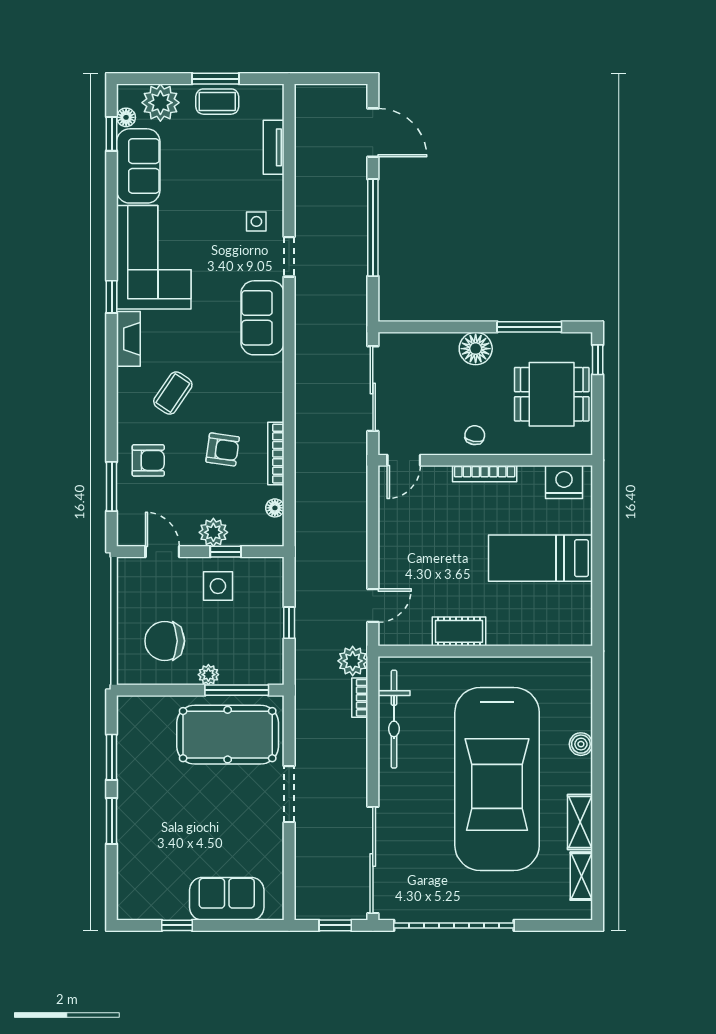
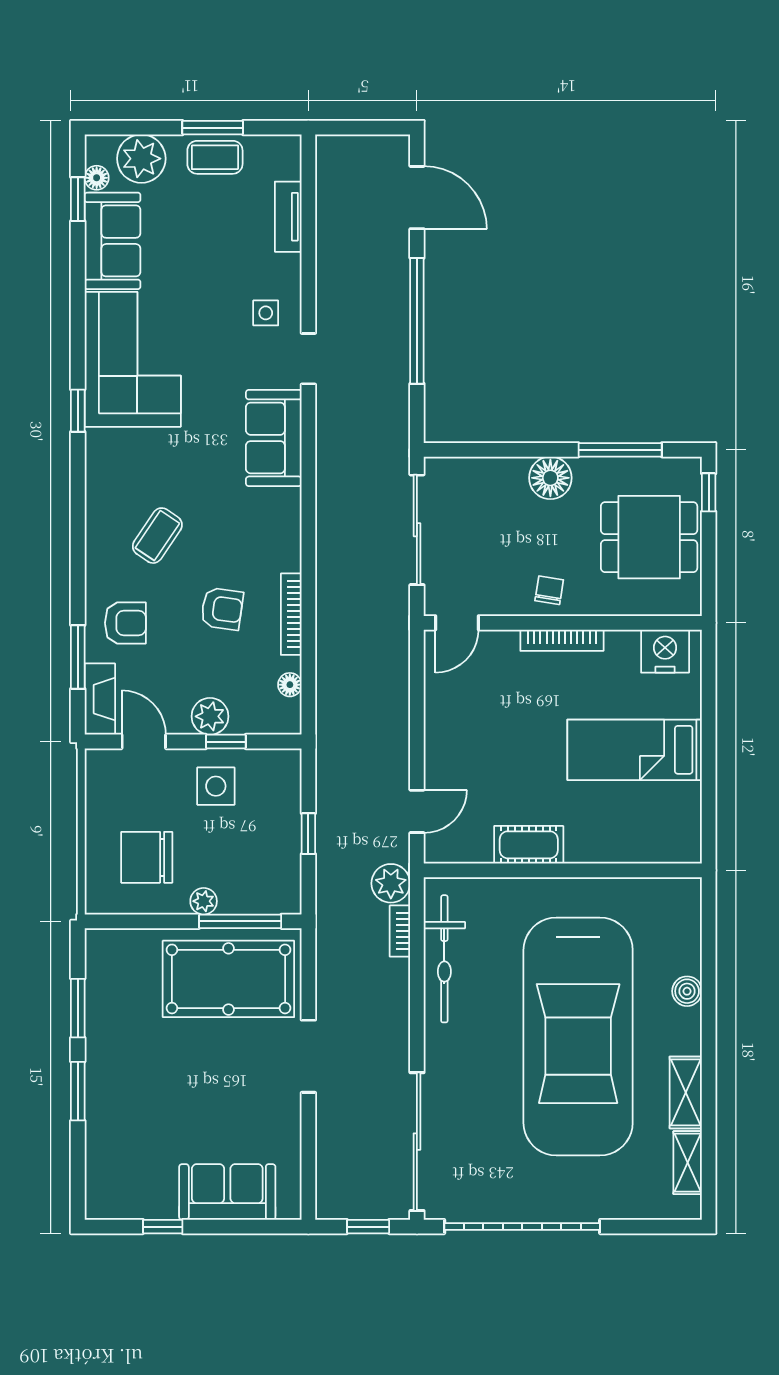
fireplace: (128, 339) -> (100, 699), moved

